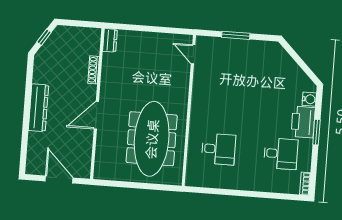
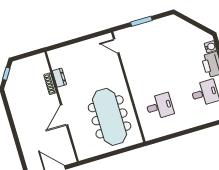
dresser: (110, 40) -> (59, 78), moved
dresser: (38, 108) -> (21, 125), removed

